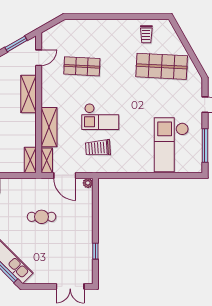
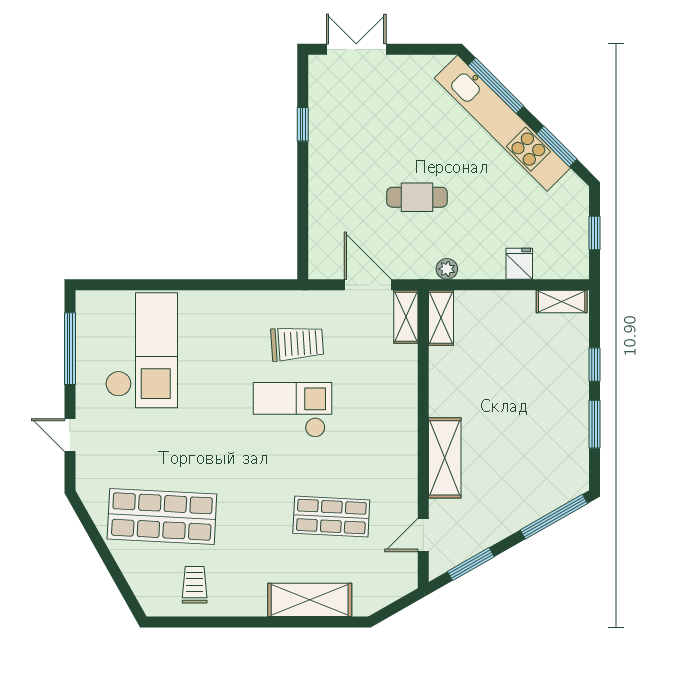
shelving: (49, 127) -> (310, 600), moved, turned 90
plant: (88, 183) -> (447, 269), moved

